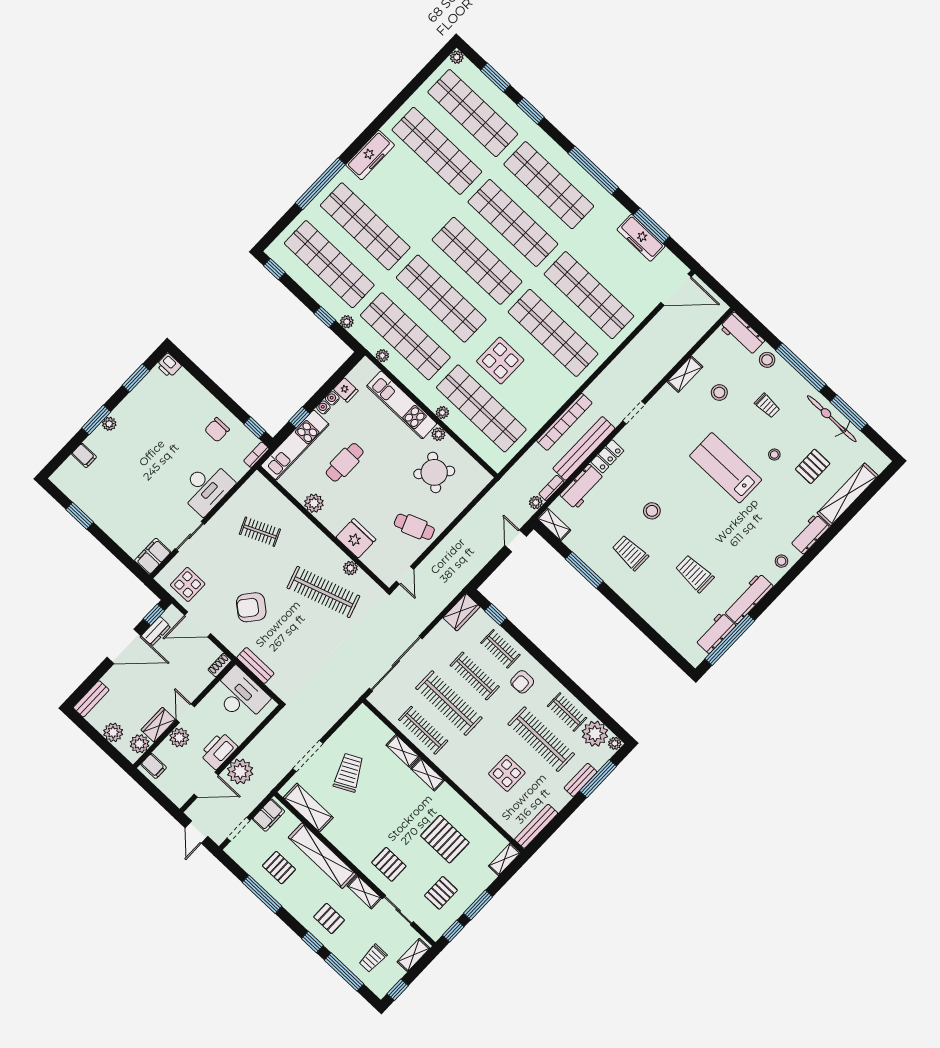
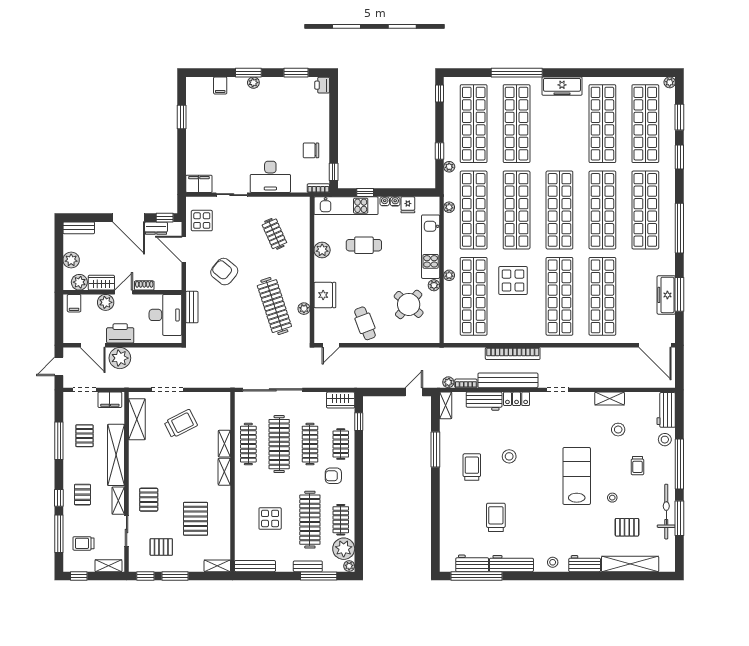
shoe rack: (220, 665) -> (144, 285), moved

